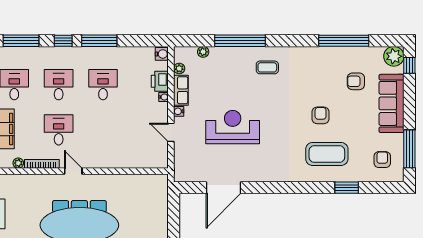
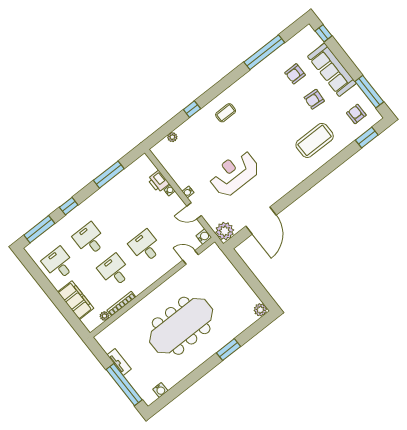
window: (99, 41) -> (109, 175), moved
window: (240, 41) -> (192, 109), width x0.32
water cooler: (162, 54) -> (204, 237), moved
plant: (394, 56) -> (308, 36), removed
plant: (179, 69) -> (225, 231), moved, width x1.87, depth x1.87
desk: (103, 85) -> (145, 246), moved
row of seats: (181, 90) -> (178, 176), removed
armchair: (321, 115) -> (314, 99), moved, turned -86
door: (73, 171) -> (191, 257), moved
window: (347, 188) -> (367, 137), moved

